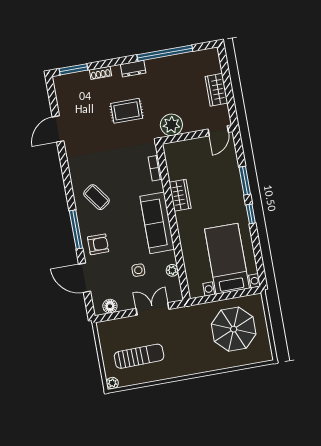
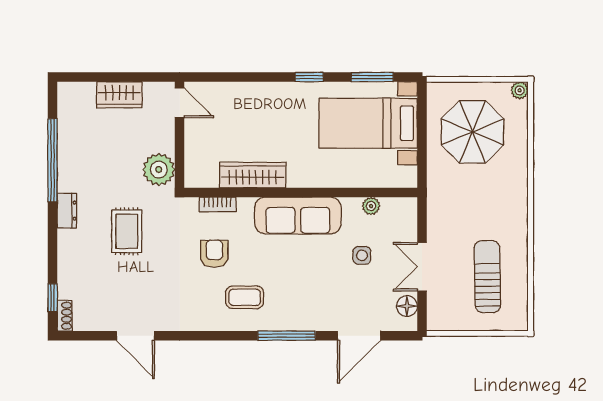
window: (73, 69) -> (53, 298), width x0.67
shoe rack: (101, 73) -> (65, 316), moved
window: (245, 181) -> (372, 77), moved
wardrobe: (180, 195) -> (253, 175), width x1.50
coffee table: (97, 197) -> (245, 297), turned 36
armchair: (98, 244) -> (214, 254), moved
double door: (153, 309) -> (422, 267), moved
plant: (112, 383) -> (520, 90), moved

